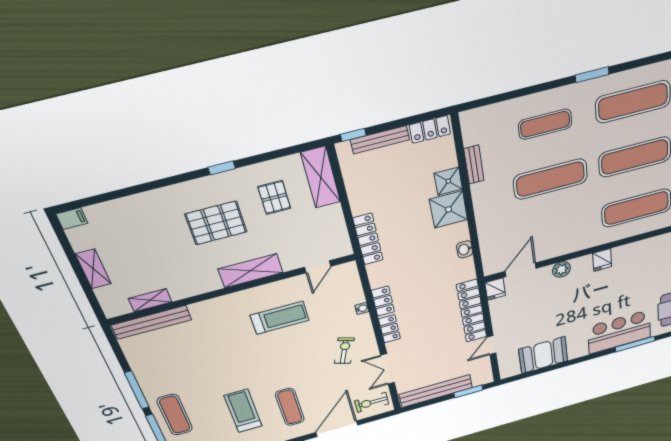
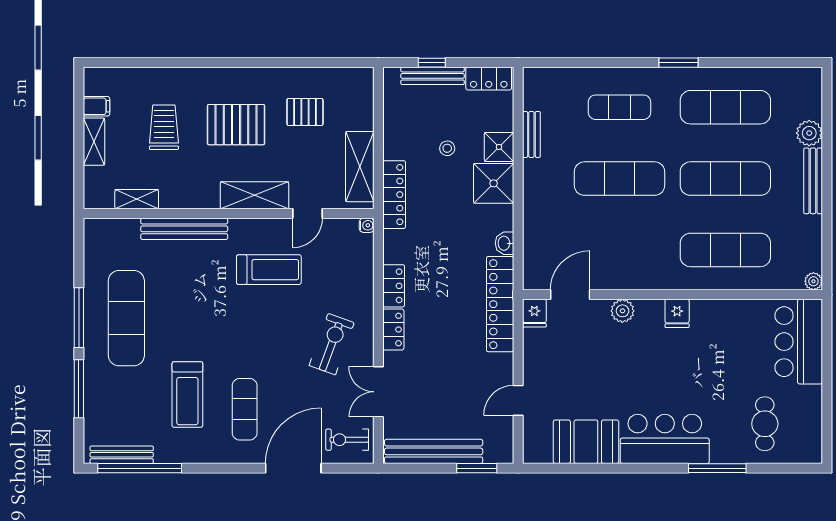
window: (353, 135) -> (432, 63), moved
window: (222, 168) -> (261, 63), removed
shelving: (321, 177) -> (360, 167), moved
stool: (405, 194) -> (447, 148), added
pallet: (274, 197) -> (305, 112), turned 90
filing cabinet: (72, 219) -> (96, 106), moved
trolley: (152, 242) -> (164, 127), added
door: (318, 267) -> (307, 214), moved
water cooler: (362, 308) -> (367, 225), moved
locker: (472, 311) -> (500, 304), moved
bench: (152, 322) -> (184, 229), moved
bar counter: (619, 332) -> (665, 439), moved
exercise bike: (344, 351) -> (332, 344), width x1.38, depth x1.39
treadmill: (243, 411) -> (187, 394), turned 180
exercise mat: (175, 415) -> (126, 318), moved, width x1.36, depth x1.45

